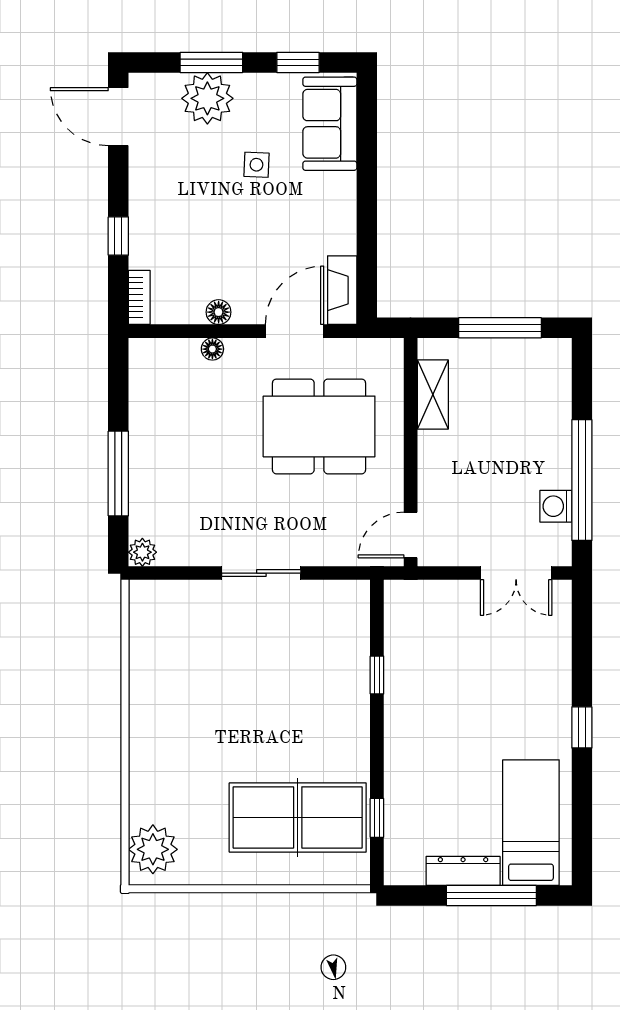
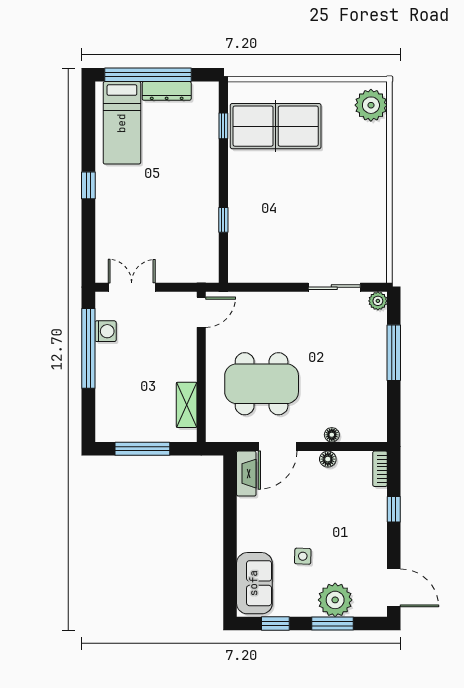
sliding door: (261, 573) -> (334, 287), moved
window: (491, 895) -> (148, 75), width x1.46

